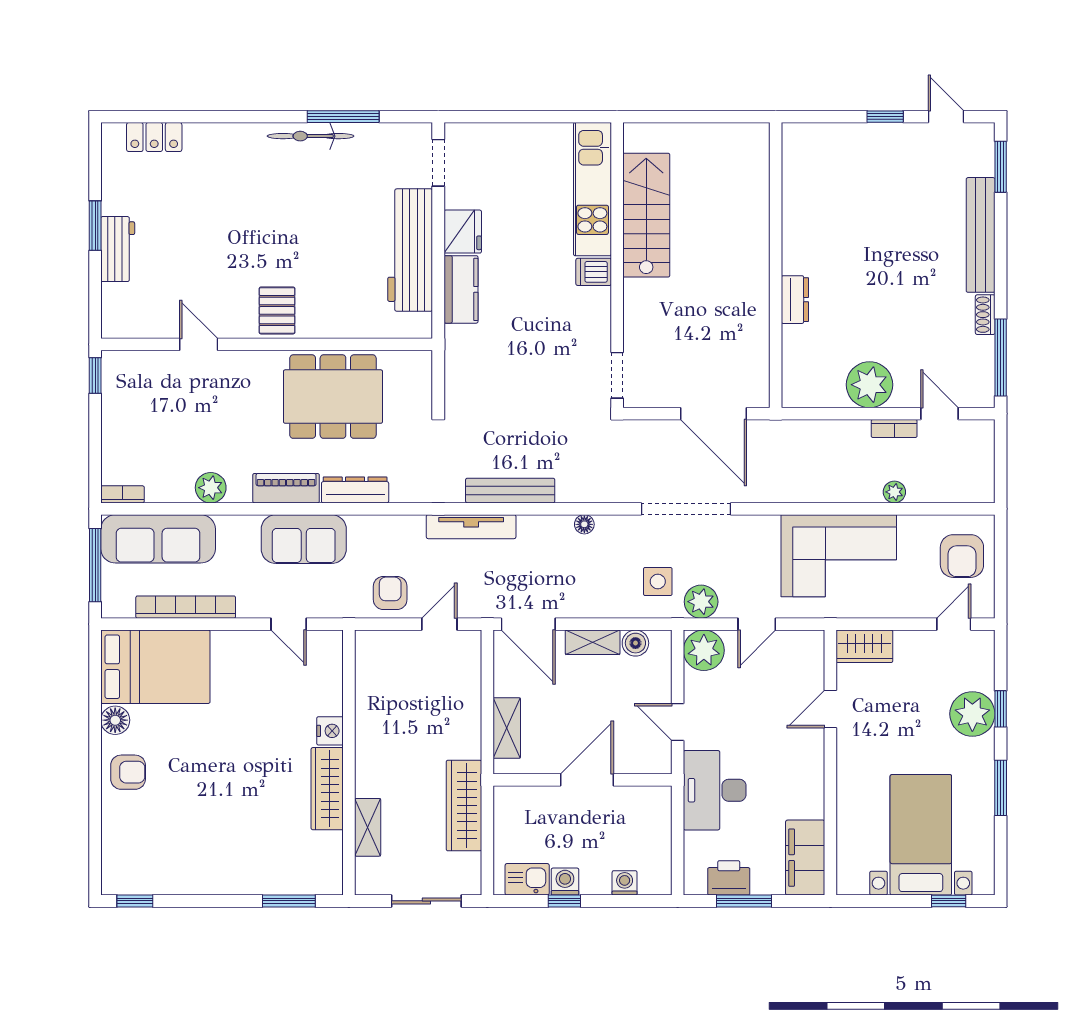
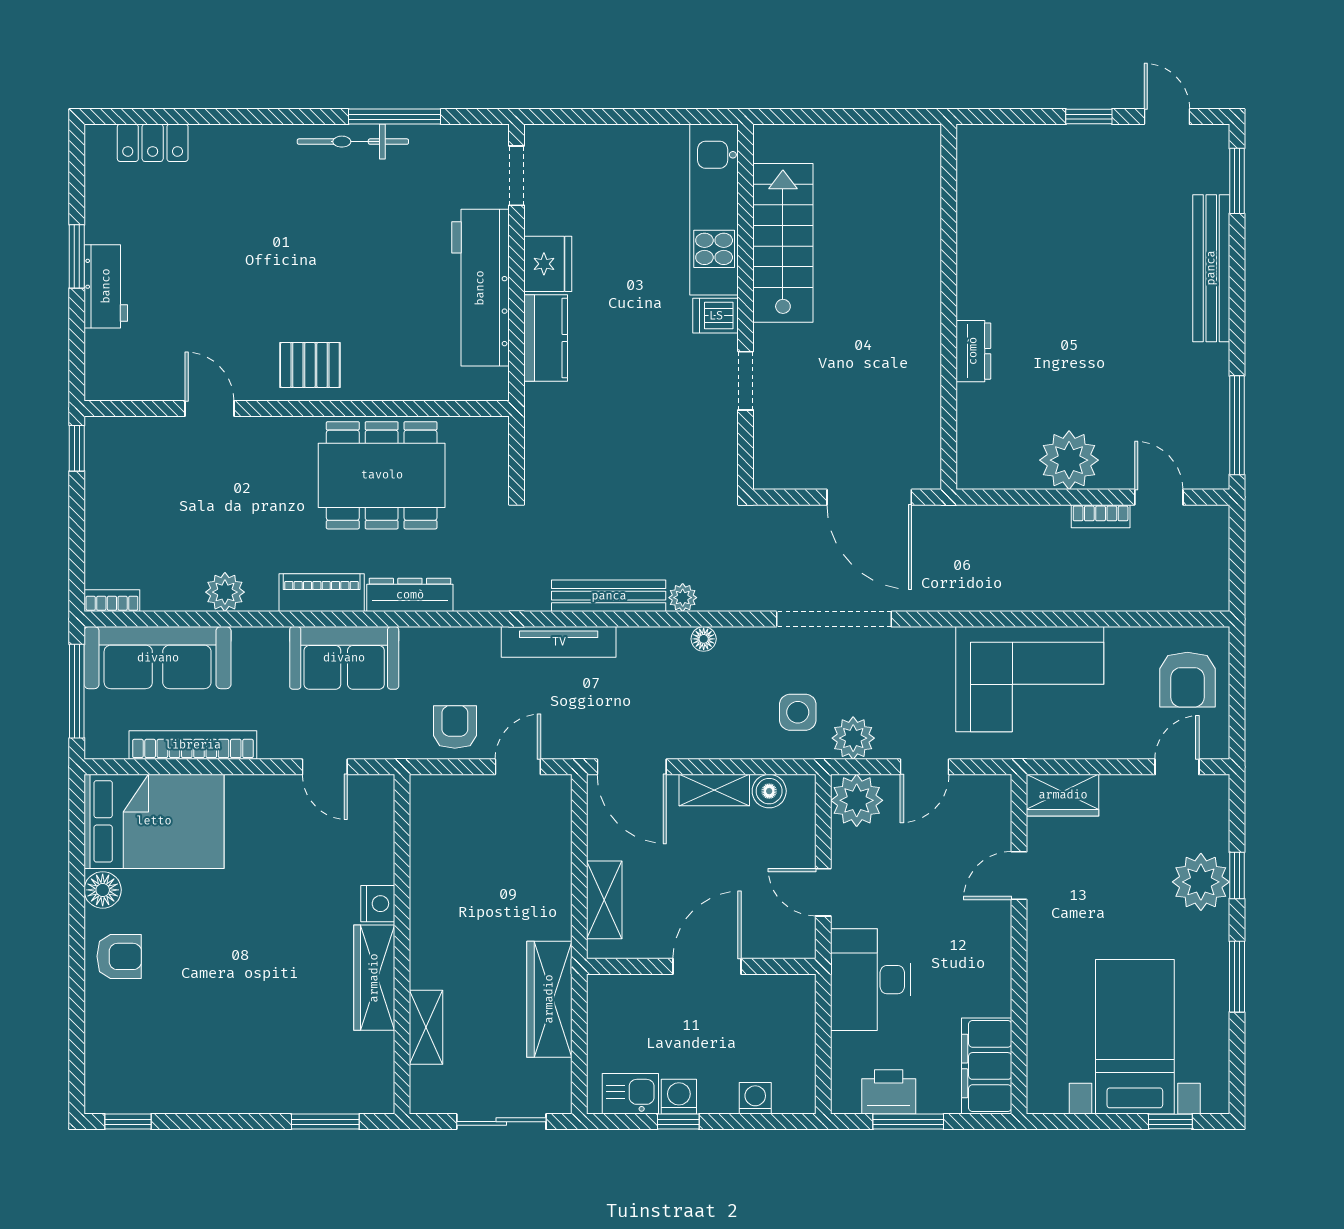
pallet: (277, 310) -> (310, 365), turned 90
shoe rack: (985, 315) -> (1217, 370), removed
doorway: (617, 375) -> (746, 381), moved
plant: (894, 492) -> (683, 598), moved

